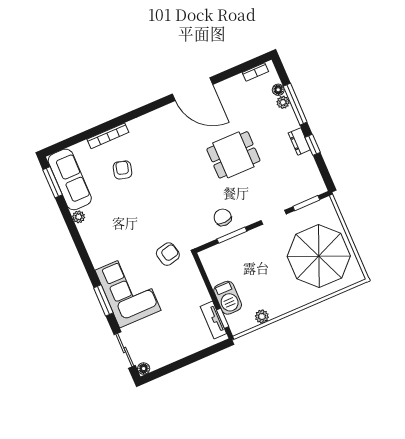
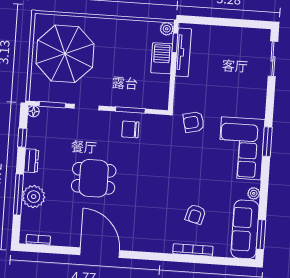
floor lamp: (278, 90) -> (34, 111), moved
plant: (283, 102) -> (34, 197), width x1.88, depth x1.88
window: (313, 145) -> (22, 138), moved
chair: (223, 217) -> (130, 129), turned 94
corner sofa: (128, 290) -> (241, 148), moved
window: (103, 300) -> (267, 142), moved
plant: (262, 317) -> (167, 29), moved
tv unit: (213, 320) -> (183, 52), width x1.41
floor lamp: (144, 369) -> (265, 35), removed

